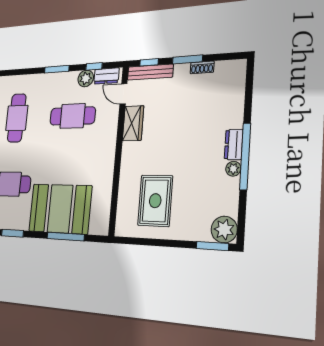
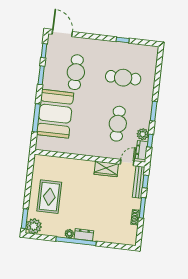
rug: (155, 201) -> (49, 197), moved, turned 90

